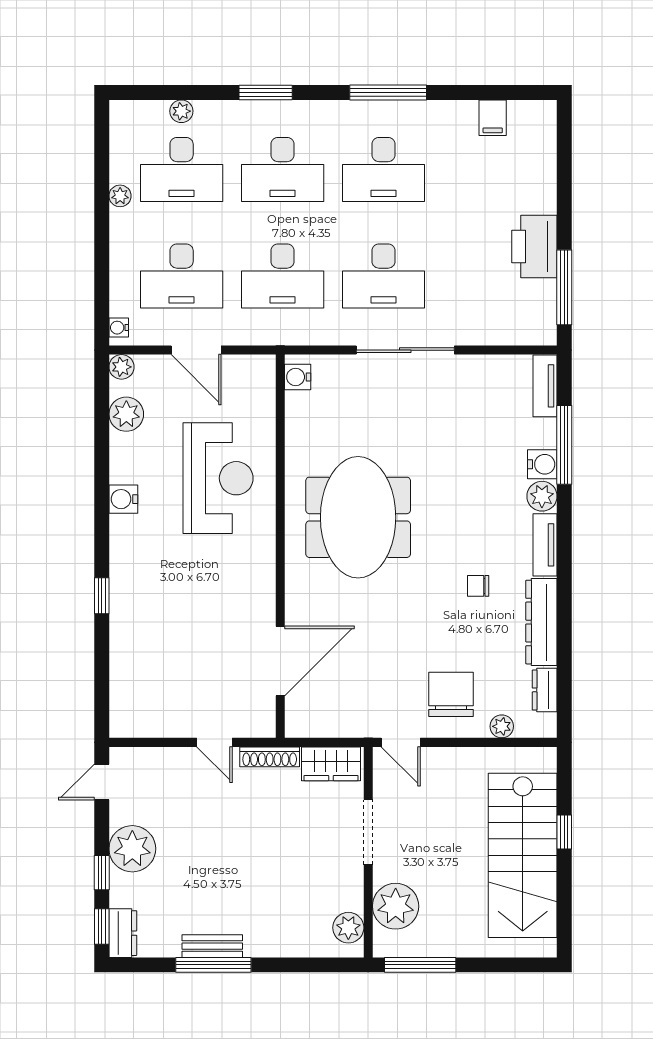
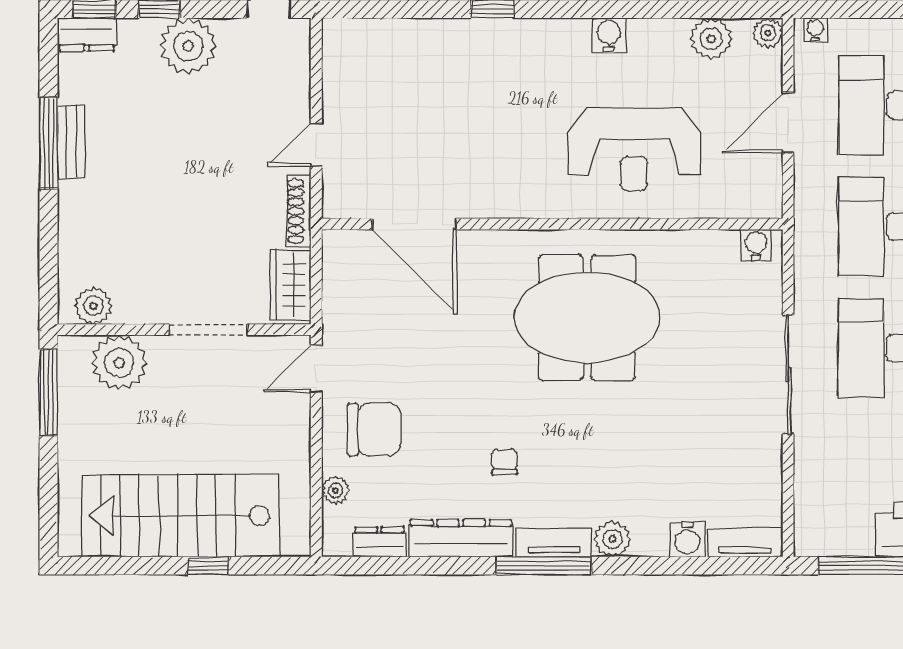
window: (564, 445) -> (544, 566), moved
water cooler: (542, 464) -> (687, 539), moved

